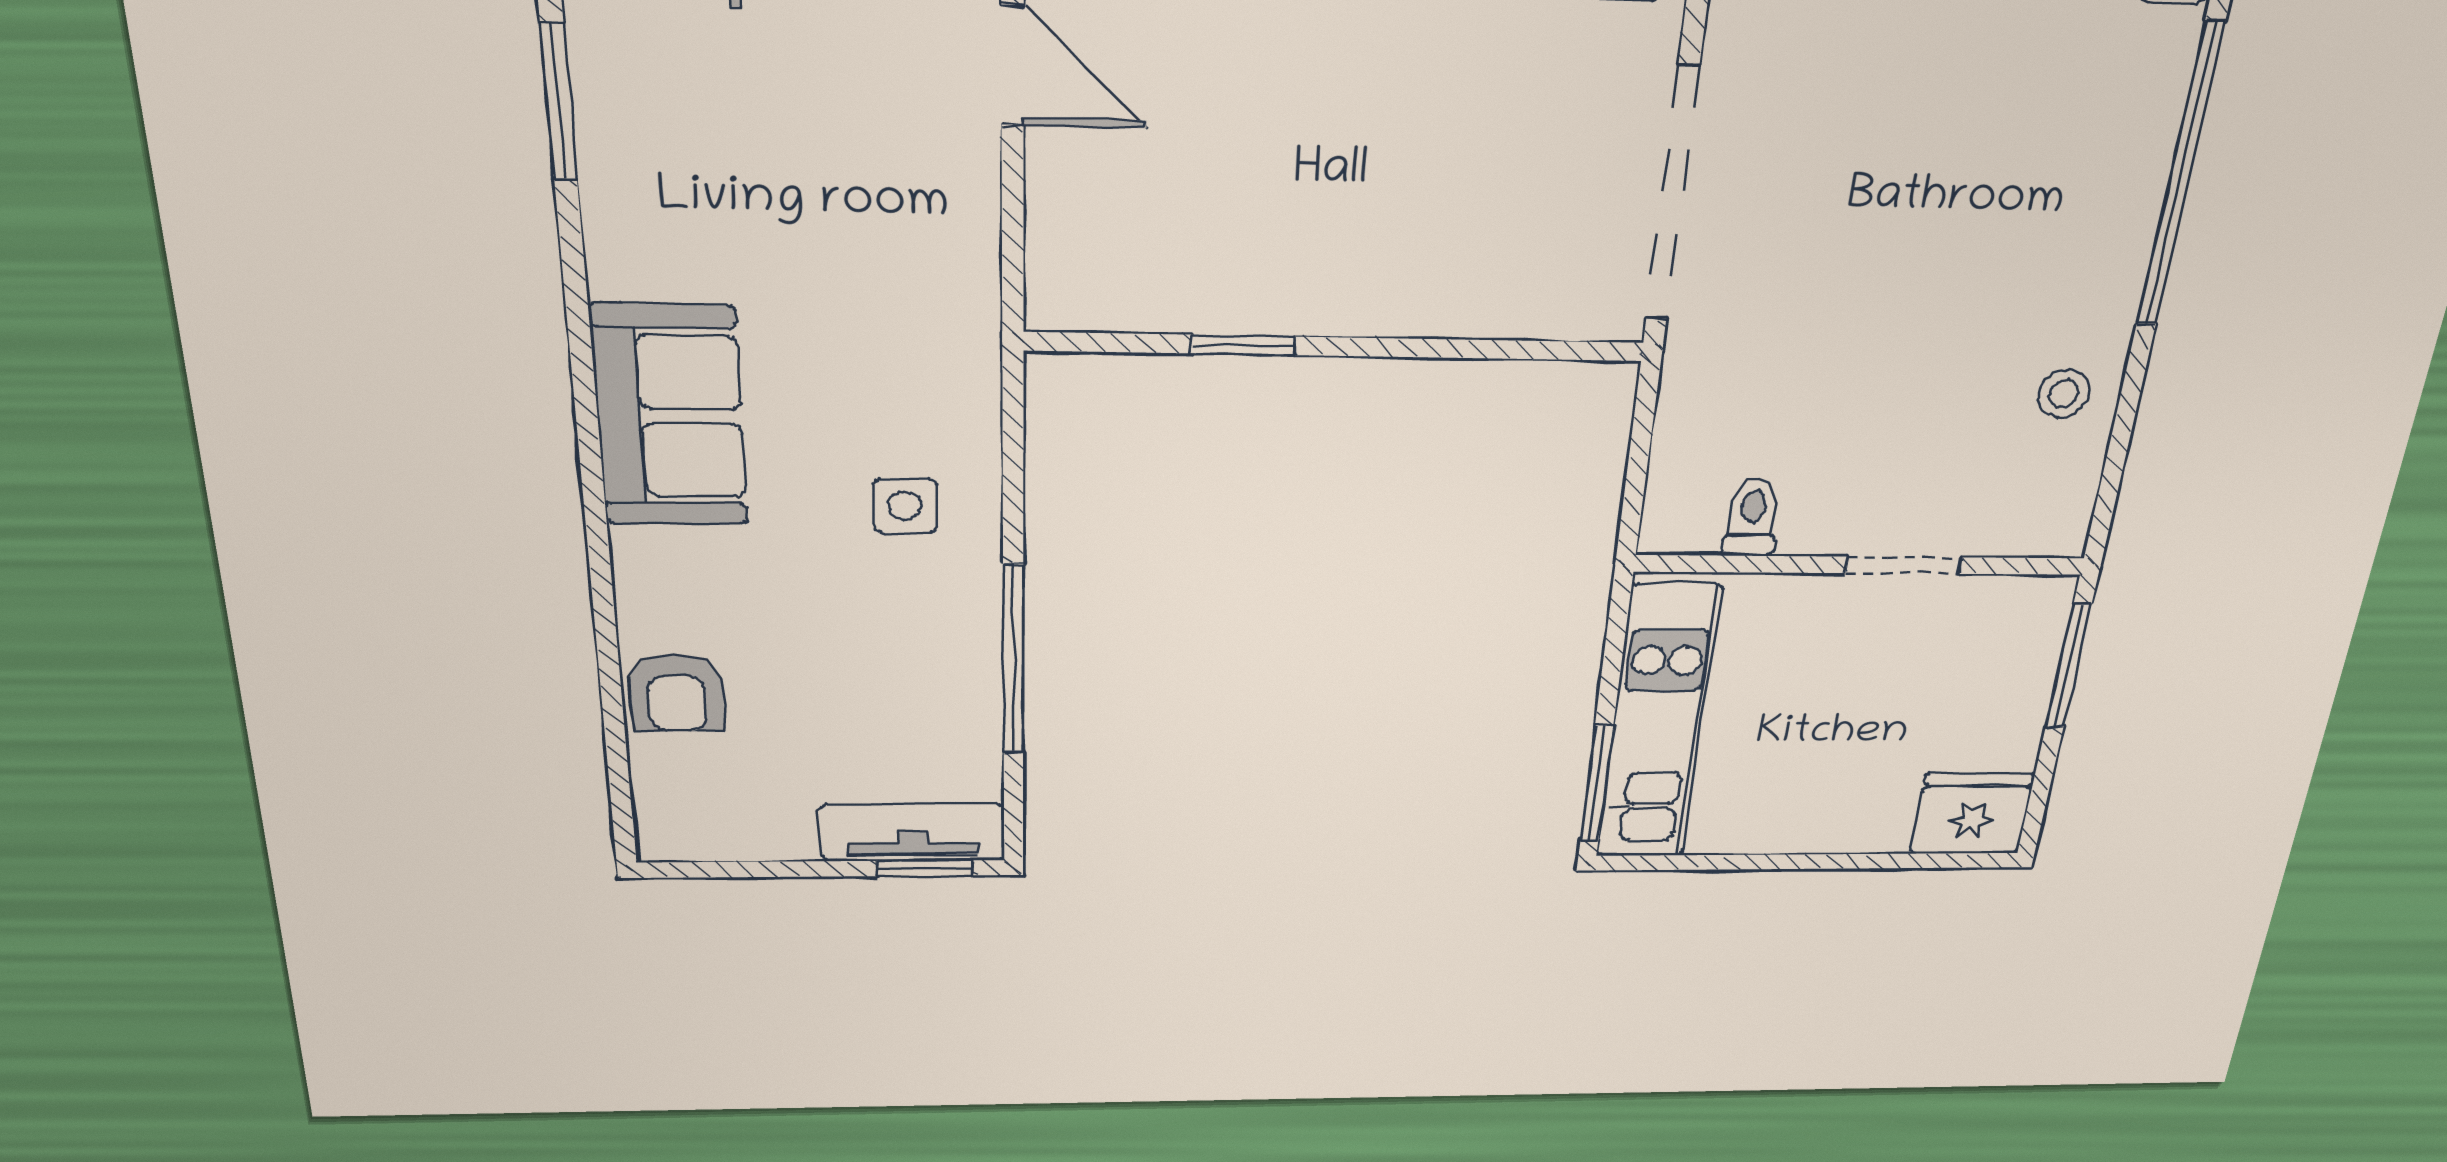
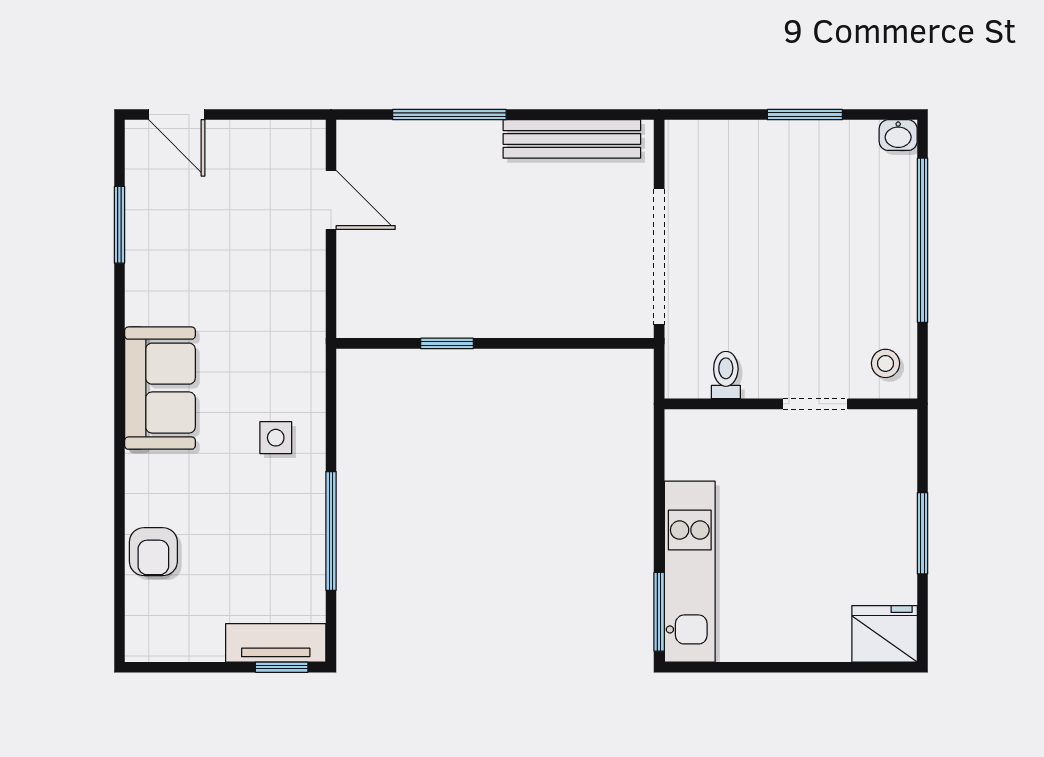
toilet: (1752, 517) -> (726, 375), moved
wall: (1861, 565) -> (791, 404), moved
doorway: (1904, 565) -> (815, 404), moved

